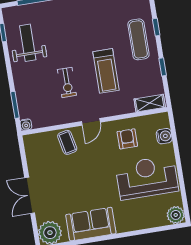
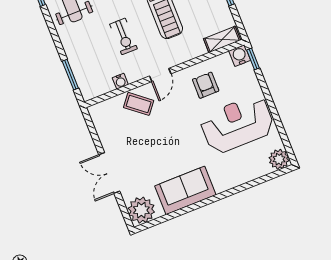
water cooler: (26, 125) -> (120, 81), moved
window: (172, 125) -> (253, 59), added
water cooler: (164, 136) -> (240, 56), moved, turned -90
coffee table: (67, 142) -> (139, 104), turned -39

